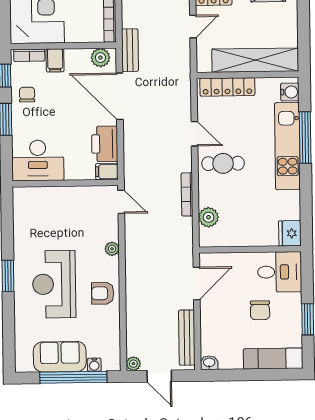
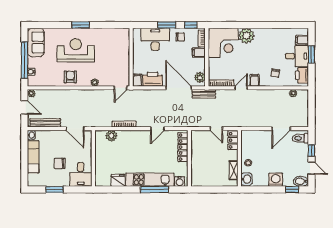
shelving: (255, 60) -> (197, 163), removed
door: (120, 96) -> (179, 88), hinge flipped
desk: (38, 160) -> (155, 39), moved, turned 90
cafe table: (223, 163) -> (141, 144), removed
fridge: (290, 233) -> (118, 180), moved
sofa: (60, 357) -> (36, 42), moved
exam couch: (273, 359) -> (33, 157), moved
door: (159, 376) -> (24, 107), swing flipped

